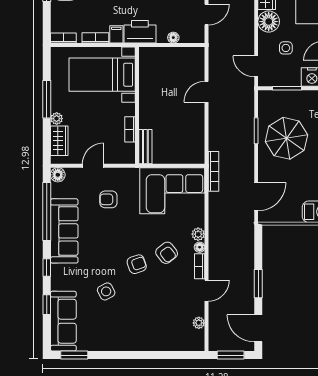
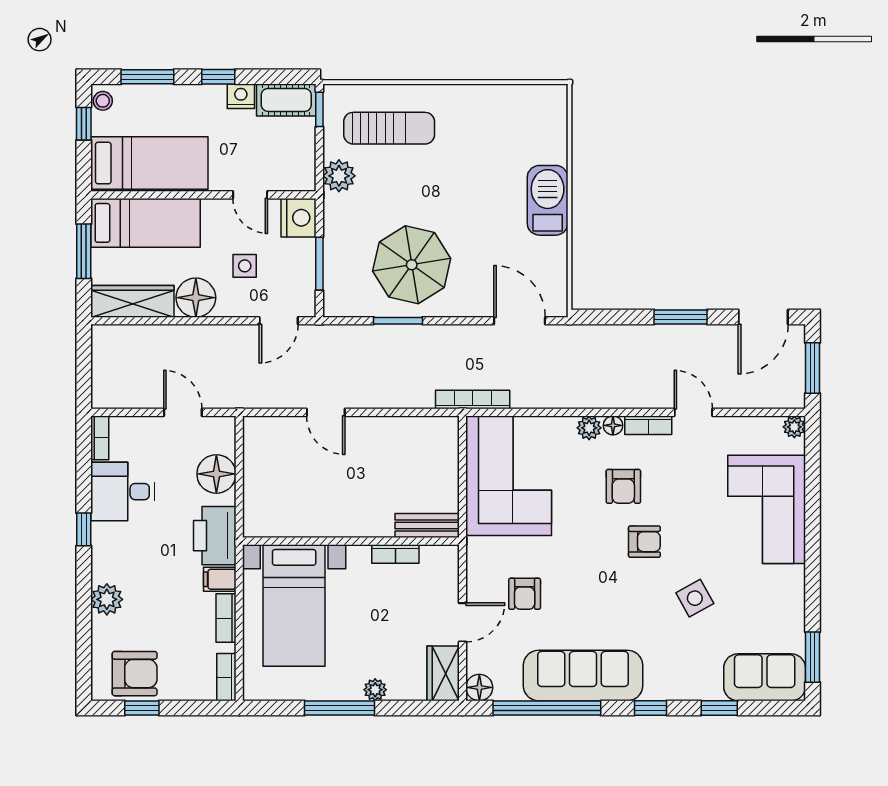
floor lamp: (173, 38) -> (216, 474), width x1.89, depth x1.89
wardrobe: (59, 141) -> (443, 673), moved, turned -90
door: (93, 166) -> (462, 622), swing flipped
armchair: (167, 253) -> (623, 486), turned 128
armchair: (137, 264) -> (644, 542), turned 109
sofa: (63, 321) -> (765, 677), width x0.73
plant: (199, 323) -> (794, 427), moved
corner sofa: (154, 330) -> (767, 509), added

